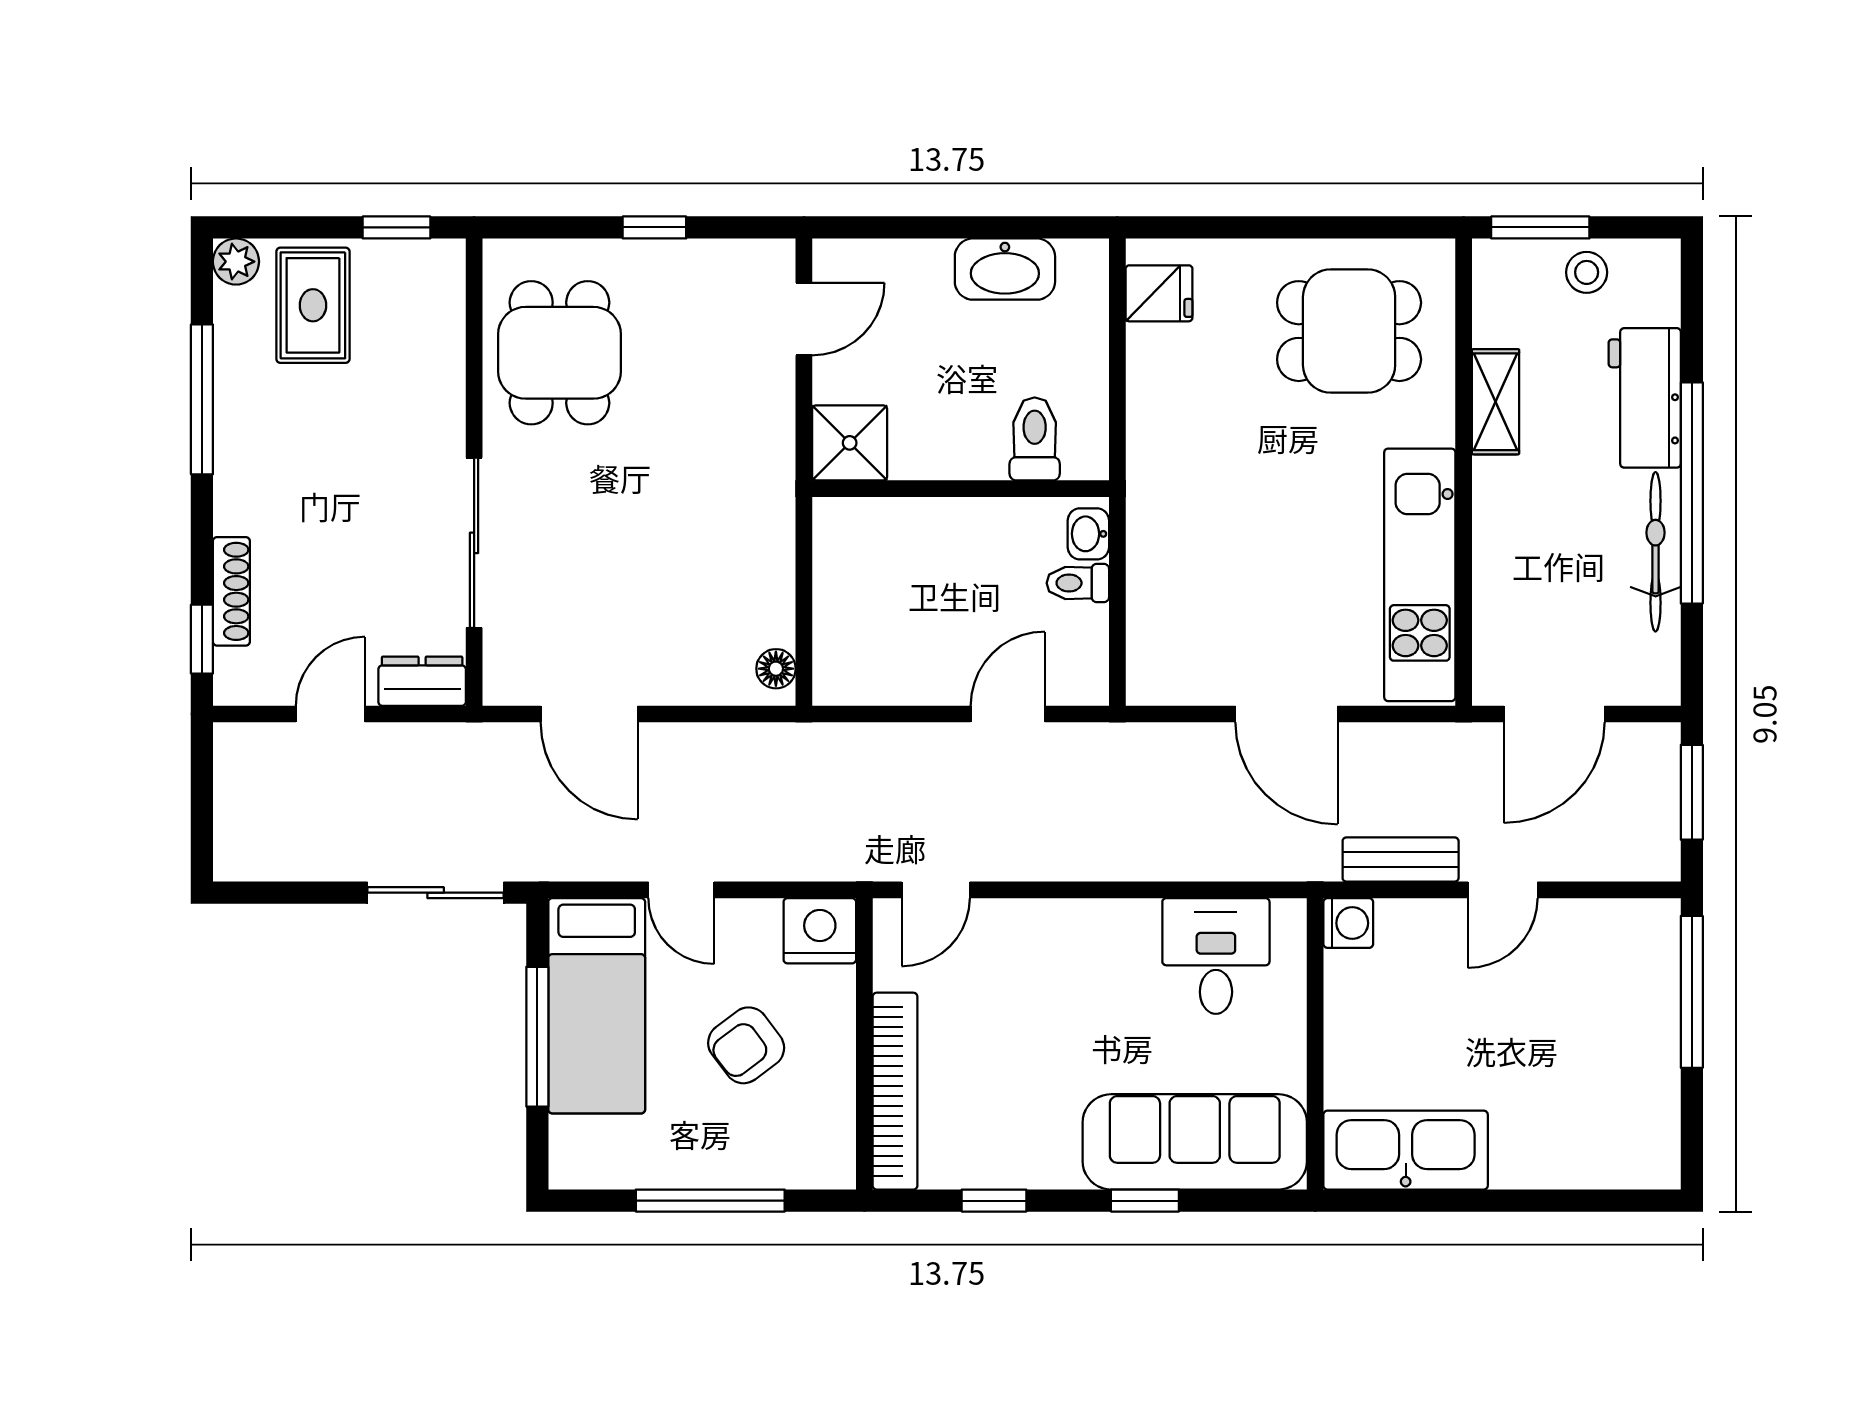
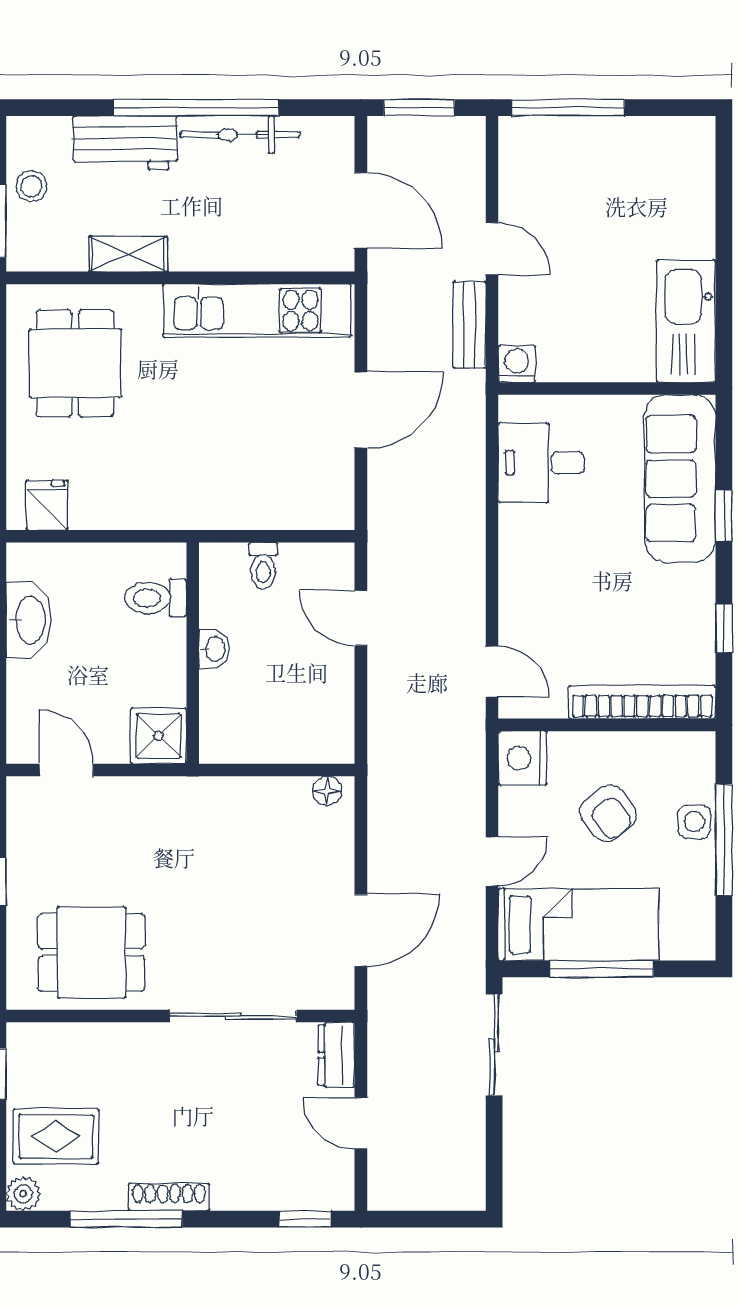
washbasin: (1088, 534) -> (214, 649), moved, turned -90
shoe rack: (231, 591) -> (169, 1197), moved
side table: (735, 1161) -> (694, 822), added

